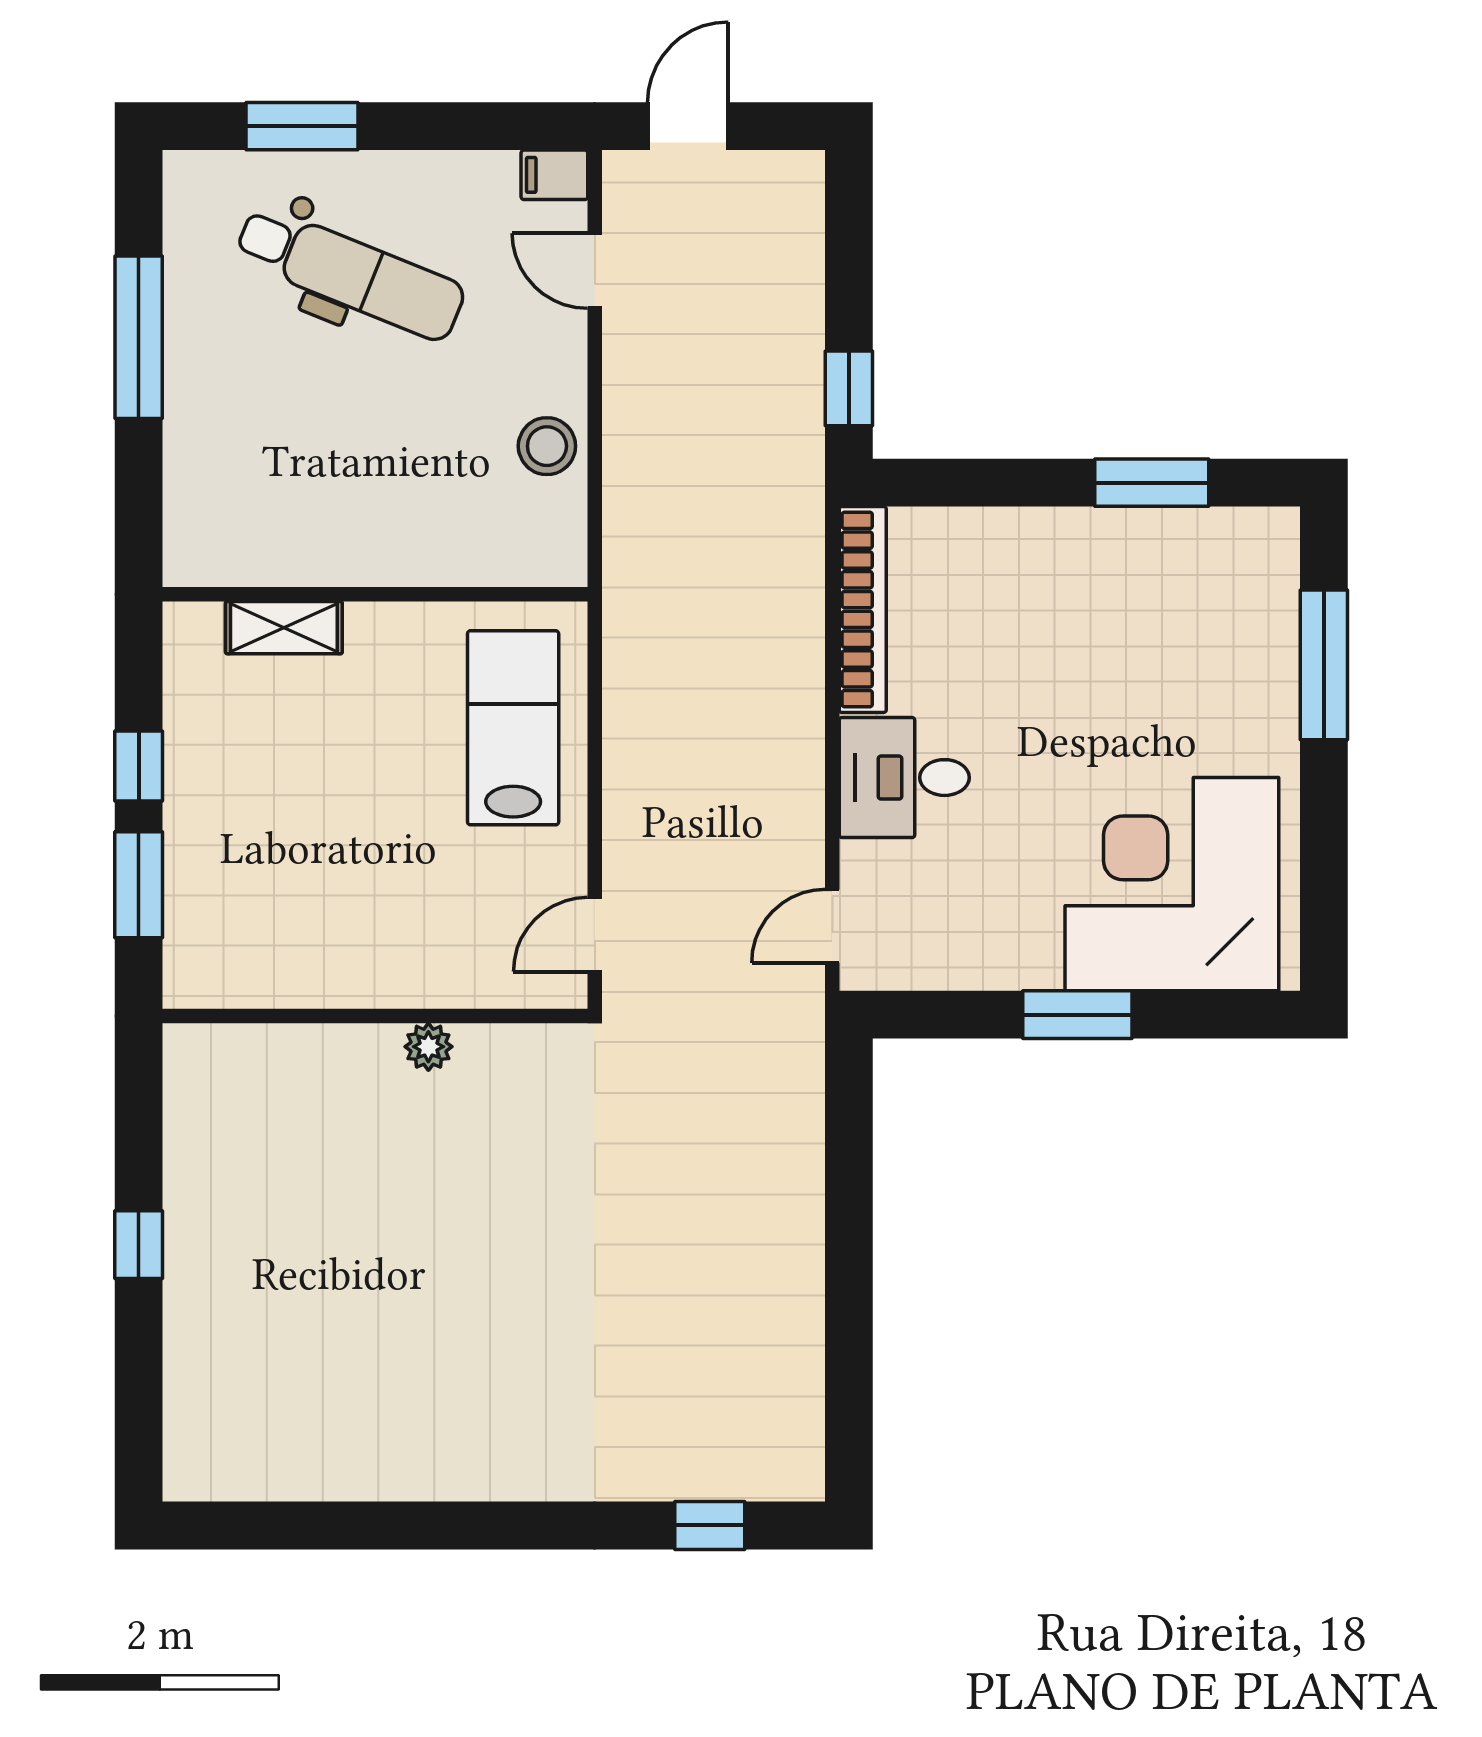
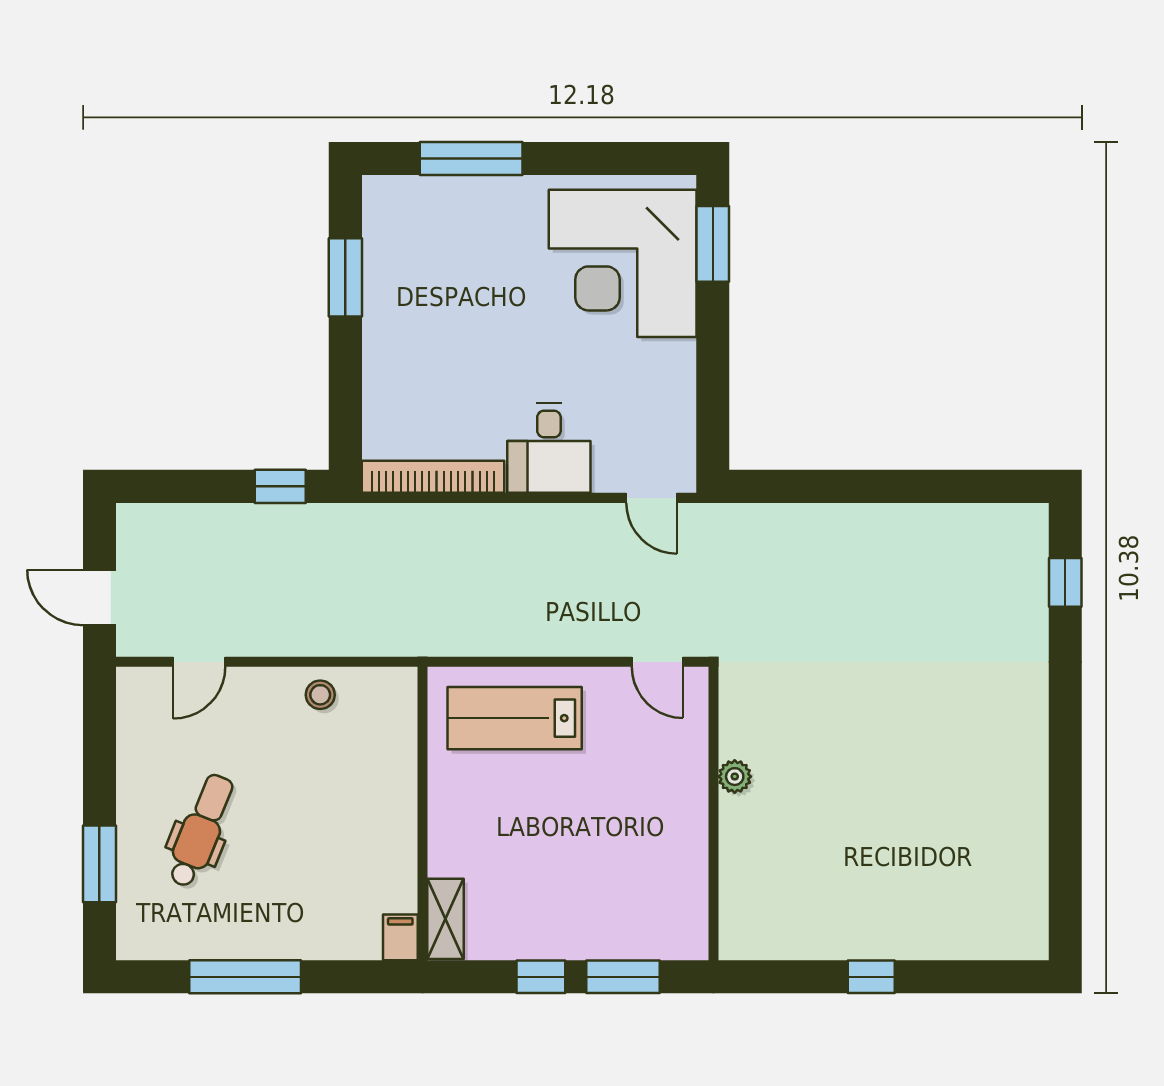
filing cabinet: (554, 175) -> (400, 937), moved, turned 180
dental chair: (350, 273) -> (201, 831), width x0.73, depth x0.72
stool: (547, 446) -> (320, 695), width x0.73, depth x0.73
shelving: (284, 628) -> (445, 919), moved
window: (1077, 1015) -> (713, 244), moved

